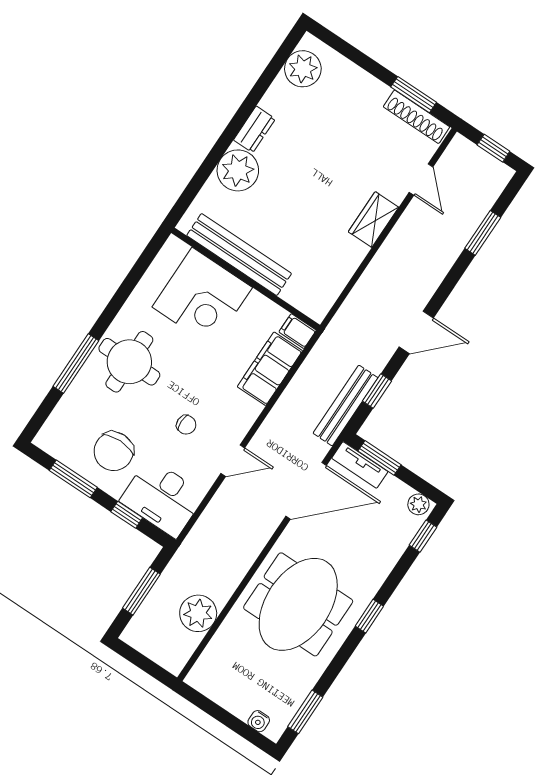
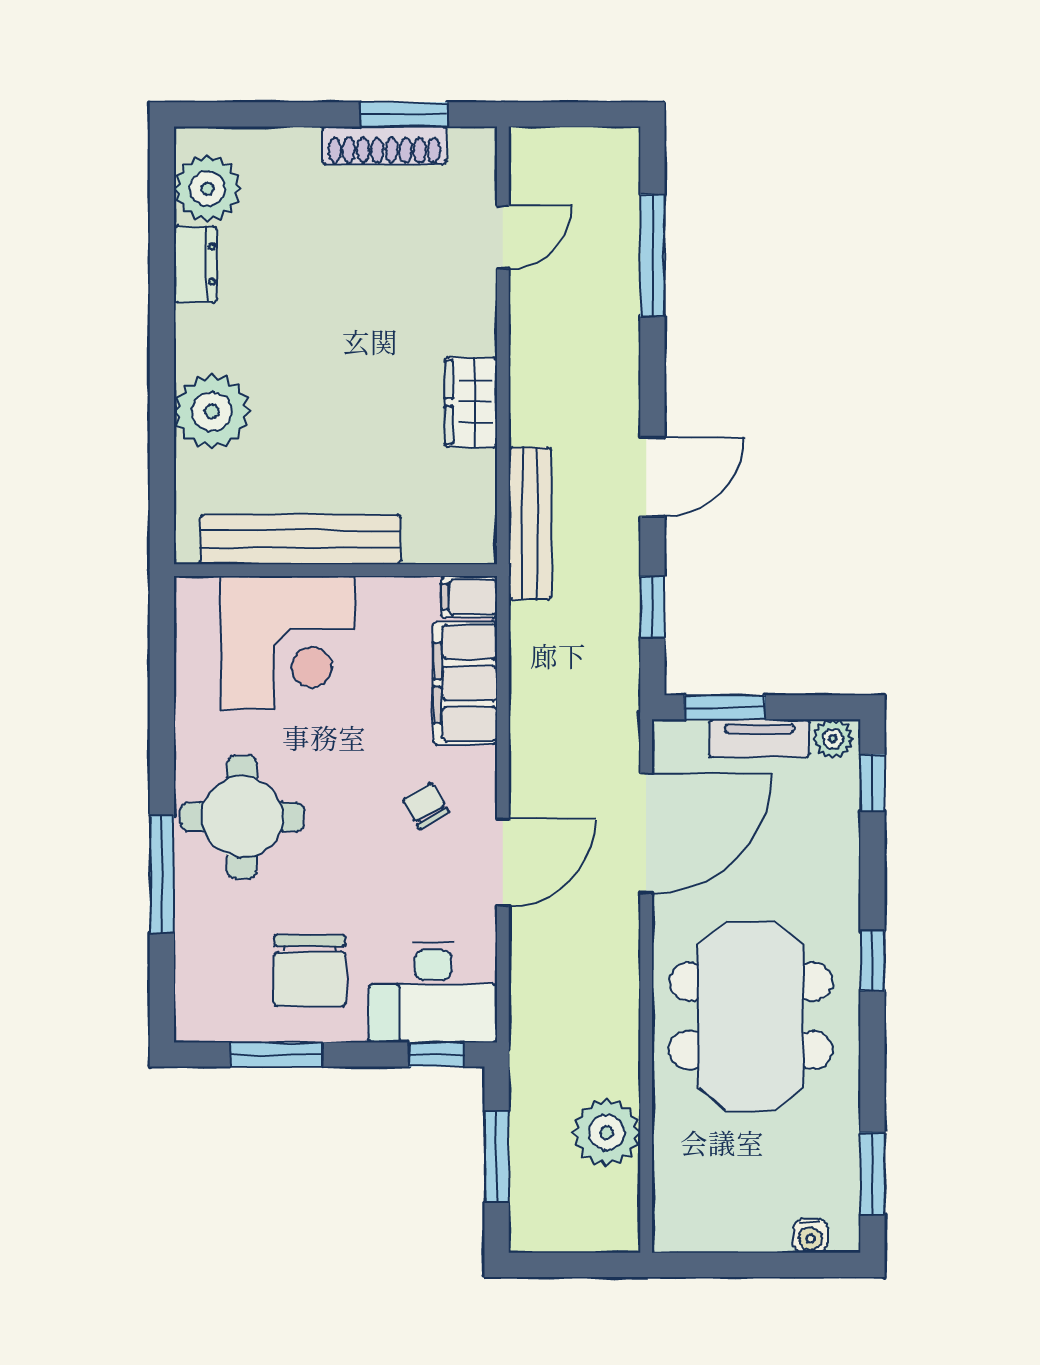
shoe rack: (417, 117) -> (384, 145), moved
dresser: (254, 129) -> (195, 264), moved
window: (493, 148) -> (582, 114), removed
door: (421, 180) -> (503, 237), hinge flipped
wardrobe: (373, 219) -> (471, 402), moved
window: (483, 233) -> (652, 256), width x1.44
bench: (346, 405) -> (530, 524), moved
chair: (186, 425) -> (426, 806), moved, turned -120
door: (233, 461) -> (503, 862), width x1.38
tv unit: (360, 465) -> (759, 738), moved
window: (127, 515) -> (437, 1054), moved

